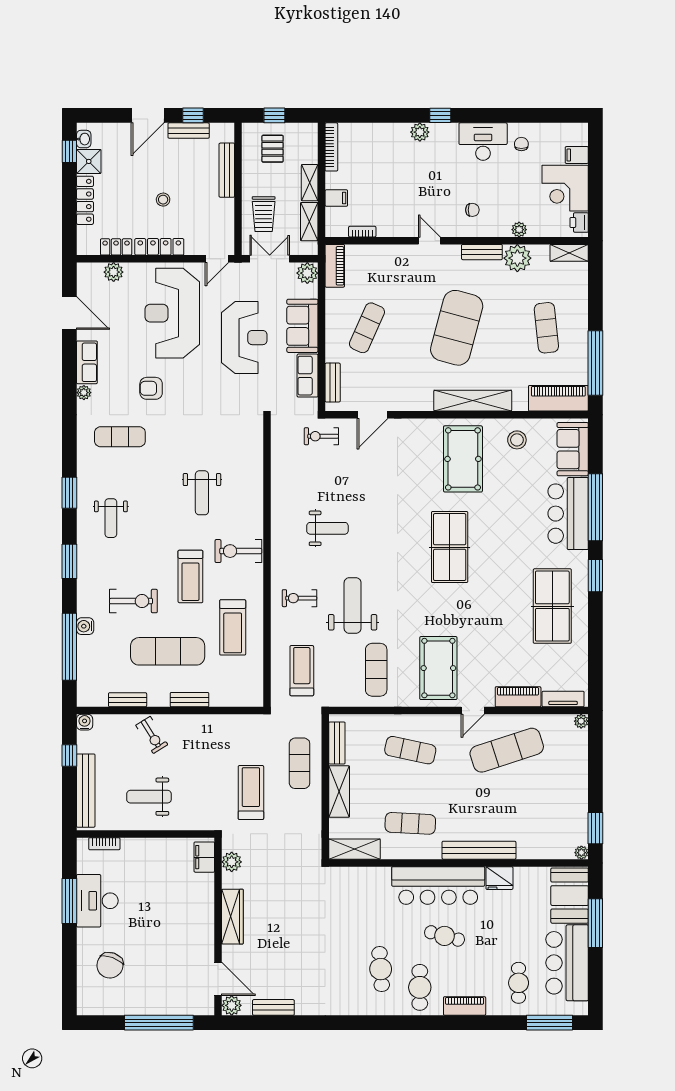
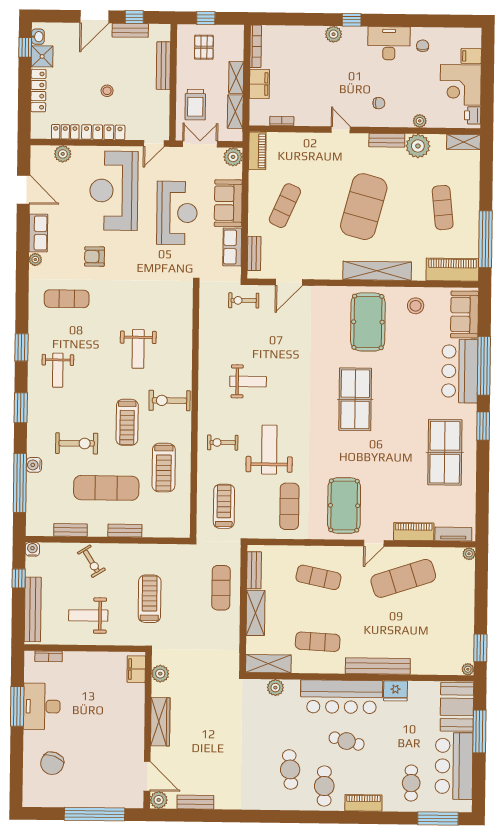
filing cabinet: (336, 198) -> (259, 84), width x2.00
treadmill: (251, 792) -> (150, 599), moved
plant: (363, 876) -> (275, 688), added

